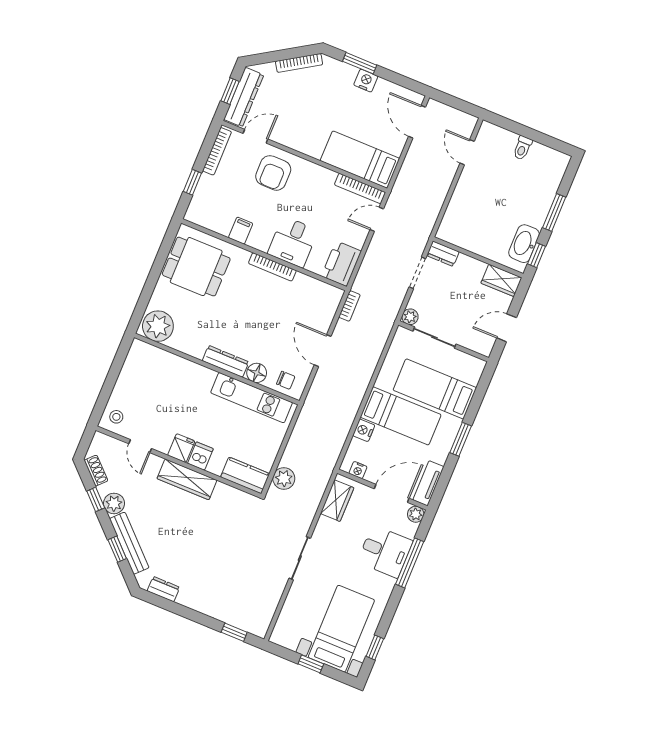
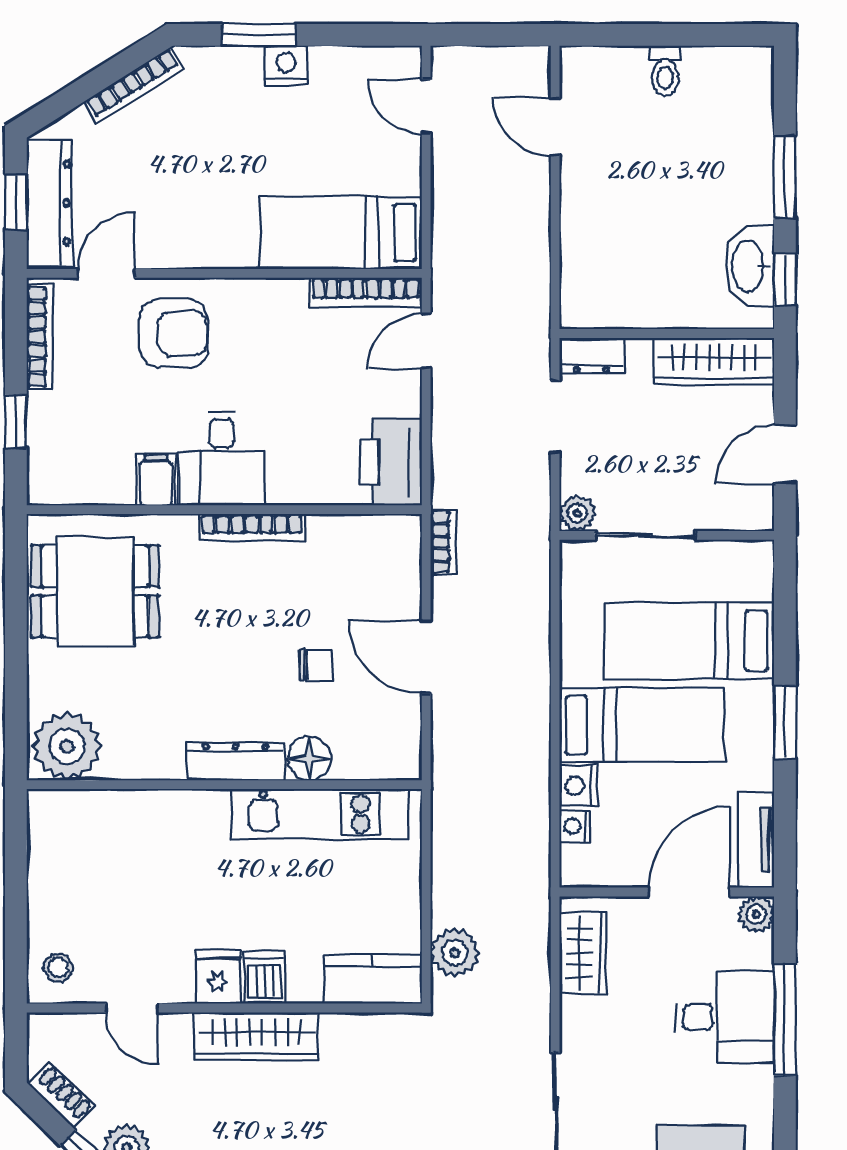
door: (417, 122) -> (426, 106), width x0.73
armchair: (273, 173) -> (174, 334), turned -90
desk: (293, 242) -> (222, 459), moved
wardrobe: (501, 280) -> (714, 361), width x1.50
chair: (286, 380) -> (315, 665), moved
nightstand: (358, 470) -> (575, 826), moved, turned 90

